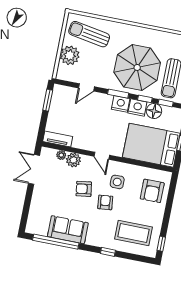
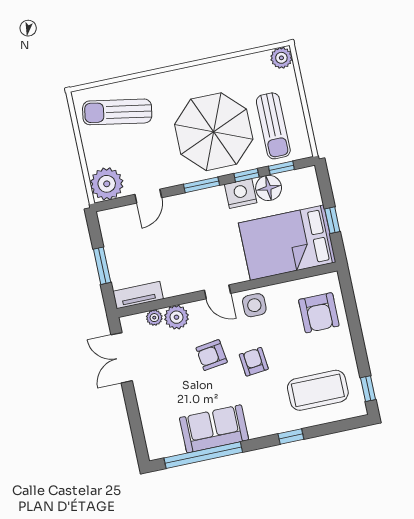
plant: (70, 55) -> (107, 184), moved
window: (48, 100) -> (102, 266), moved
nightstand: (121, 104) -> (212, 199), removed
side table: (117, 182) -> (254, 305), moved

